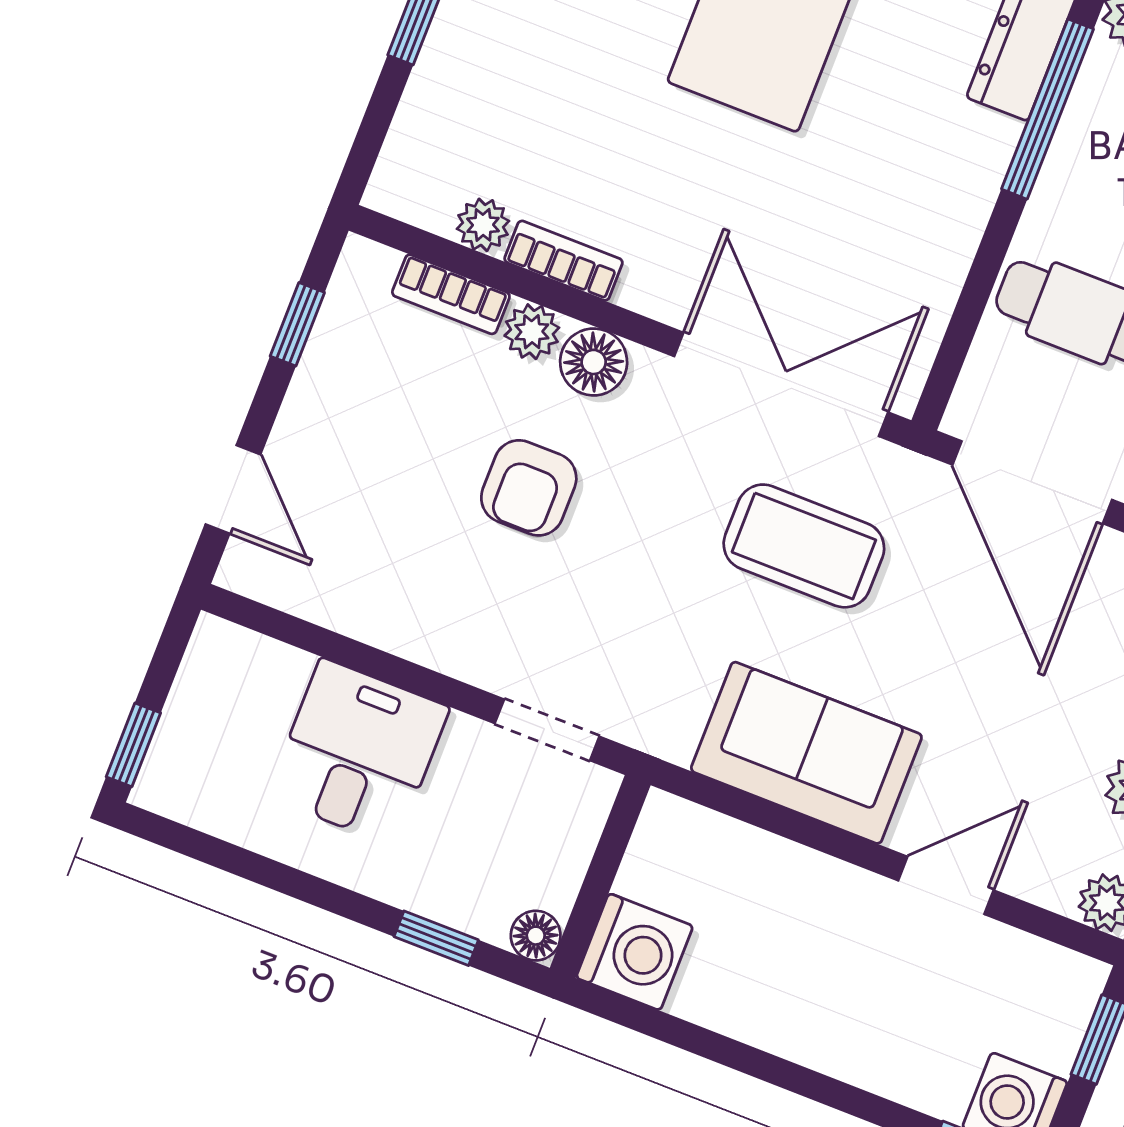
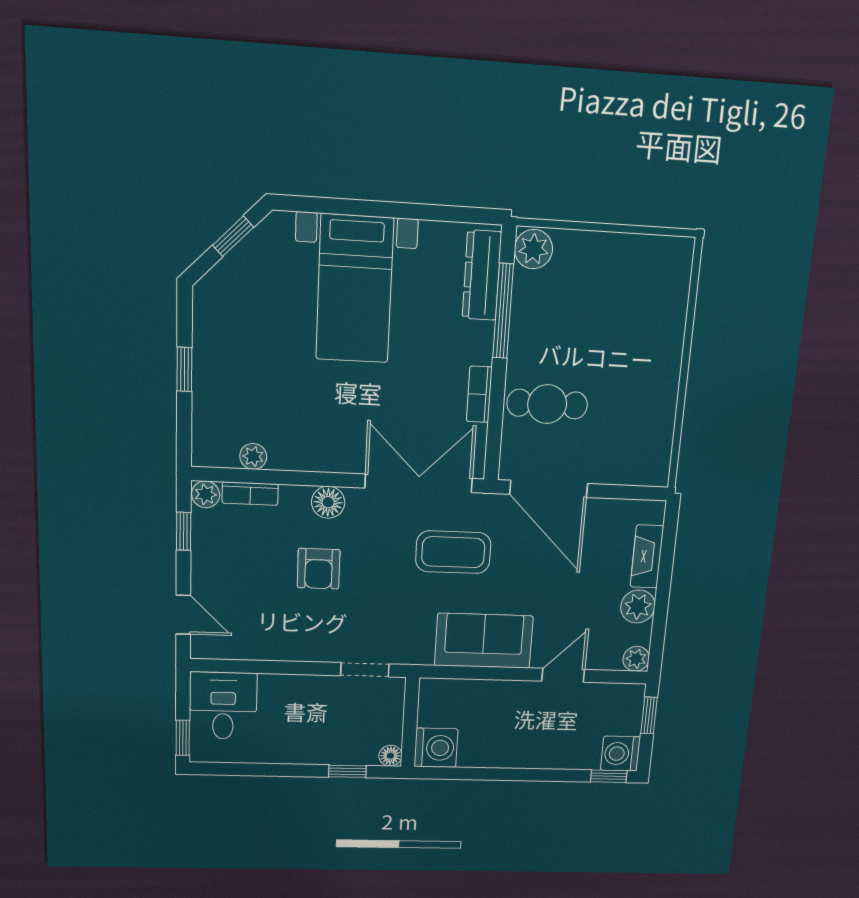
bookcase: (564, 261) -> (479, 394), moved, turned -90
plant: (532, 332) -> (206, 494), moved
desk: (358, 752) -> (223, 706), moved

